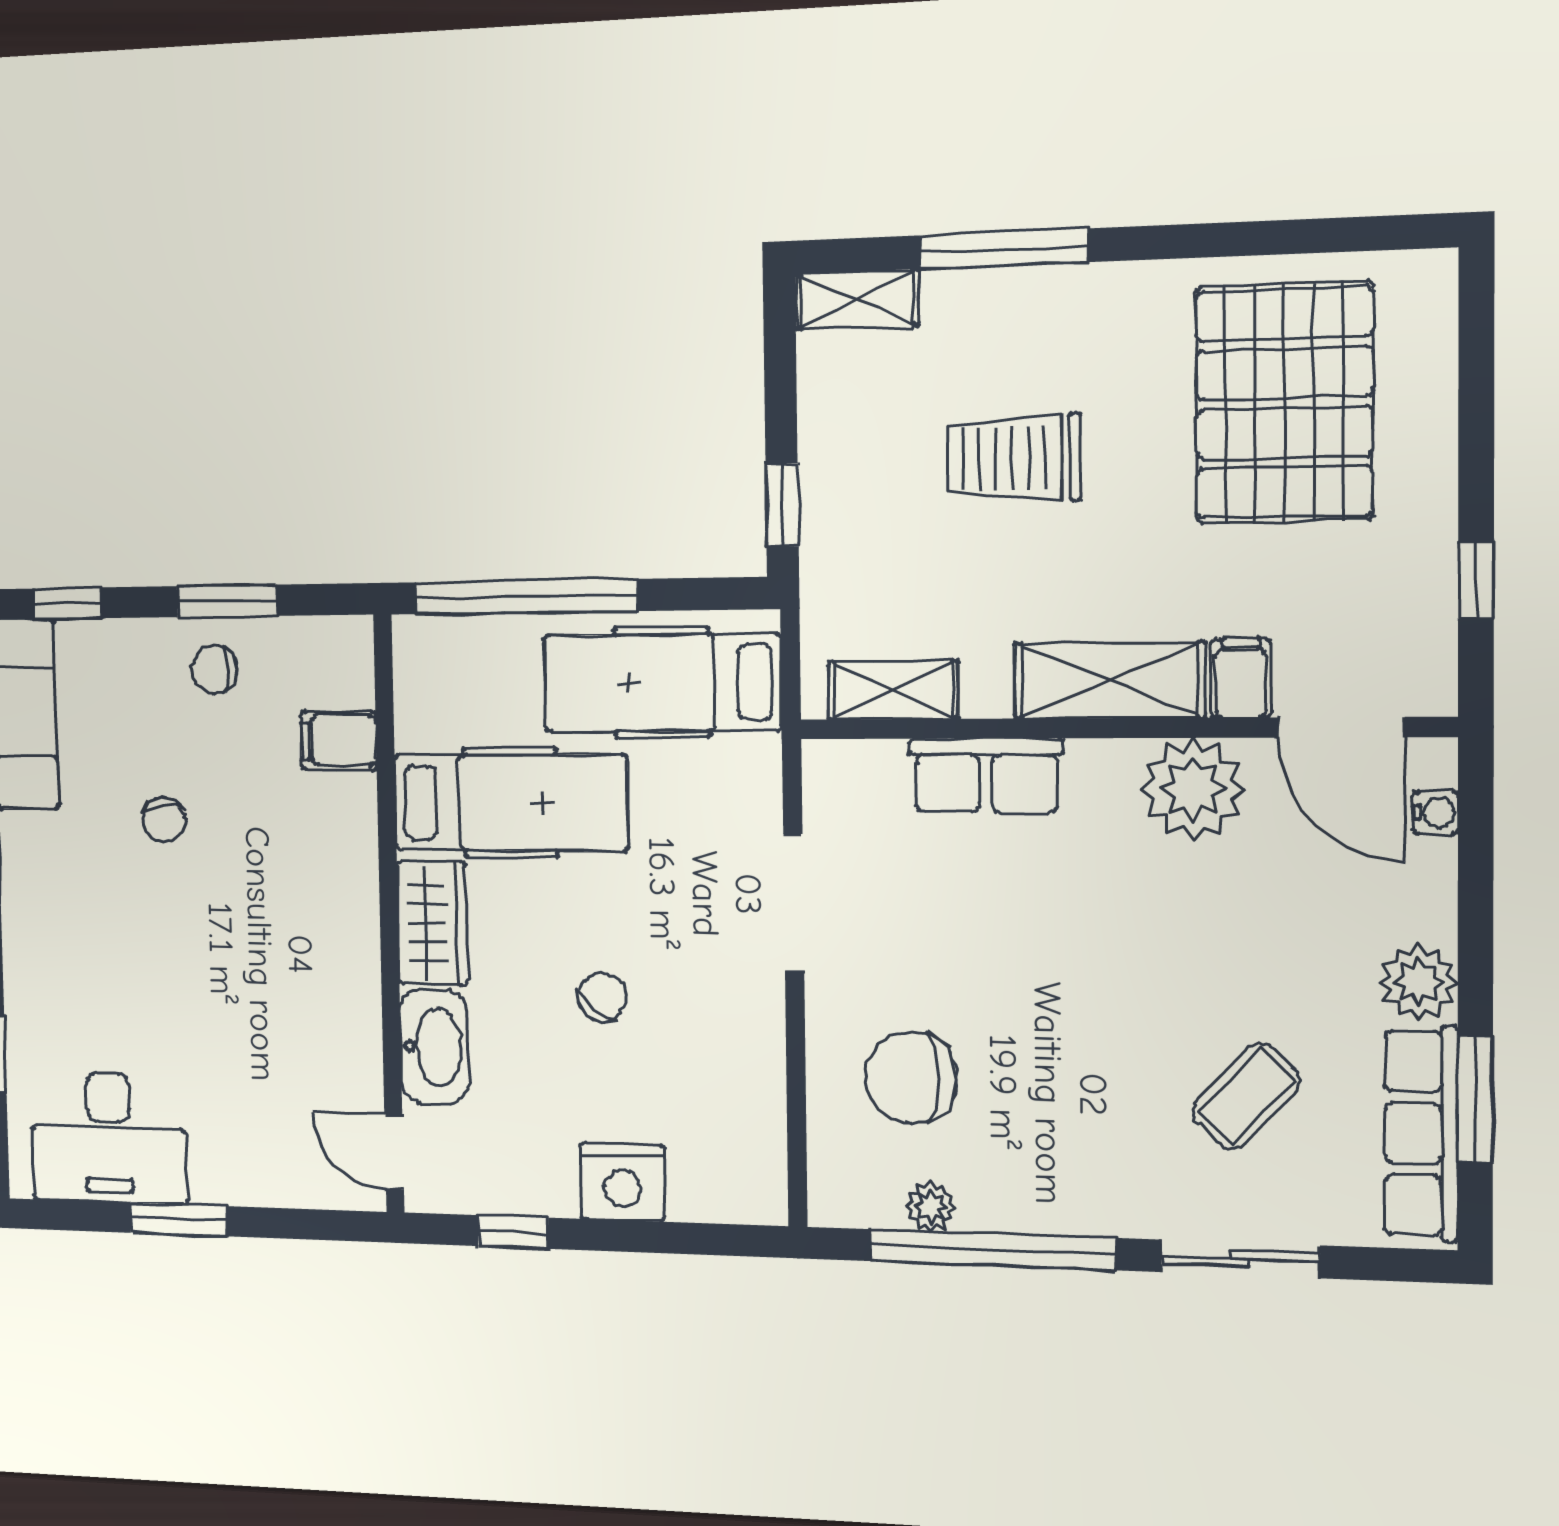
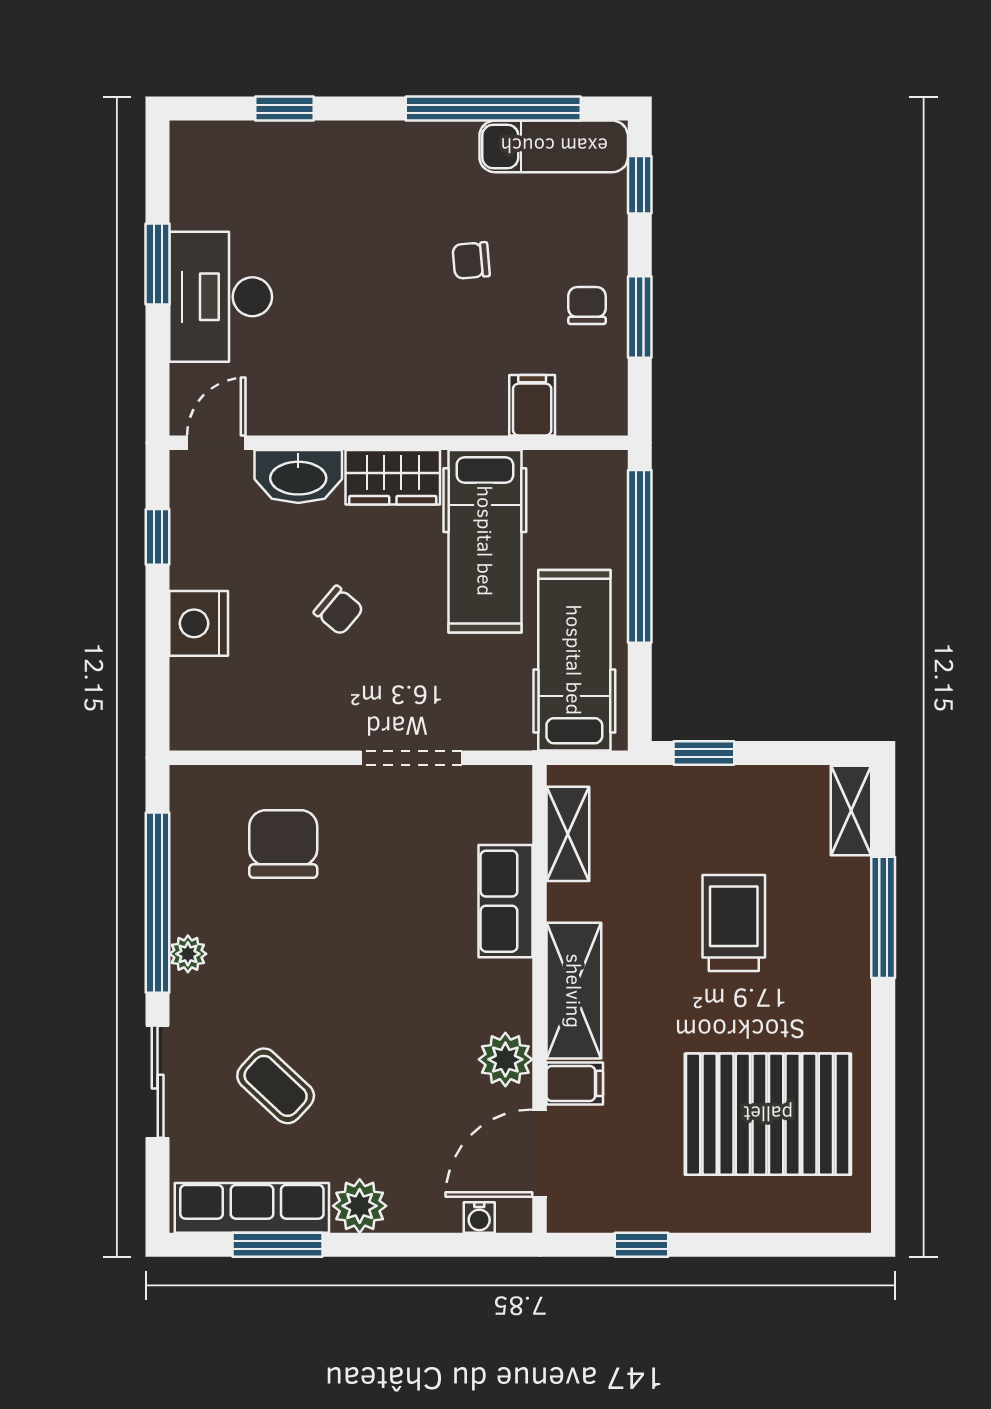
plant: (1193, 789) -> (505, 1059), width x0.73, depth x0.73
desk: (109, 1138) -> (221, 297), moved
plant: (931, 1207) -> (188, 954), moved

